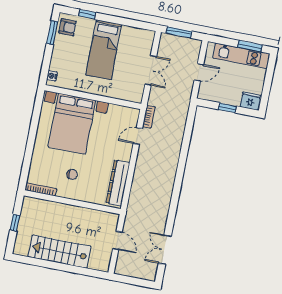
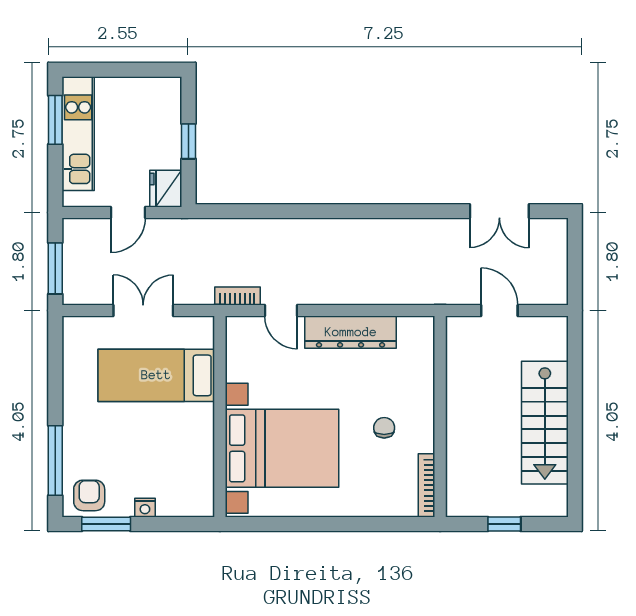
window: (87, 14) -> (55, 460), width x2.17
bed: (104, 50) -> (156, 375), moved, turned 180
door: (199, 72) -> (128, 213), swing flipped
nightstand: (52, 76) -> (145, 508), moved
fridge: (250, 101) -> (166, 189), moved
dresser: (118, 183) -> (351, 332), moved
door: (117, 240) -> (499, 310), hinge flipped

